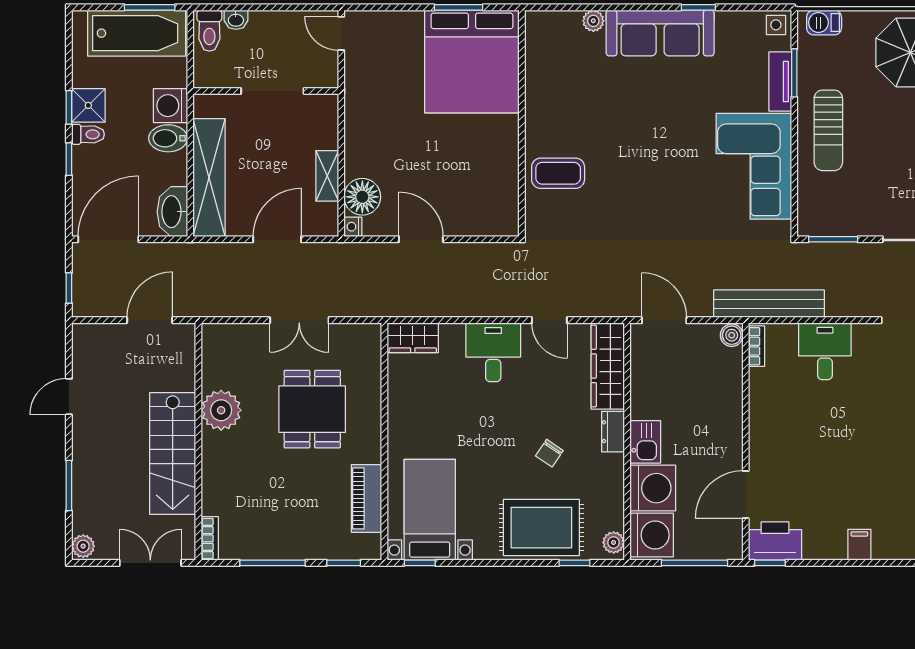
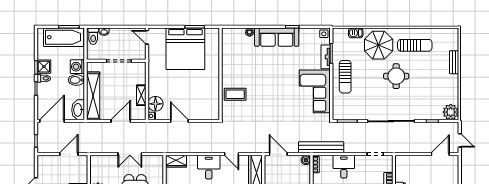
barbecue: (824, 23) -> (356, 33), moved
bed: (472, 61) -> (185, 49), moved

